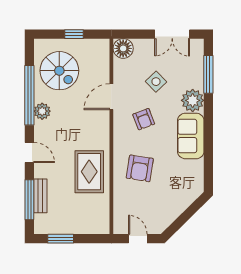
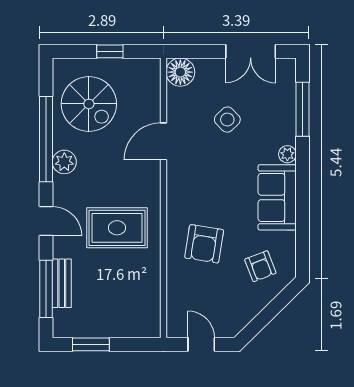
plant: (193, 100) -> (287, 154), width x0.53, depth x0.53
armchair: (144, 119) -> (260, 266), moved
rug: (89, 172) -> (117, 228), moved, turned 90

